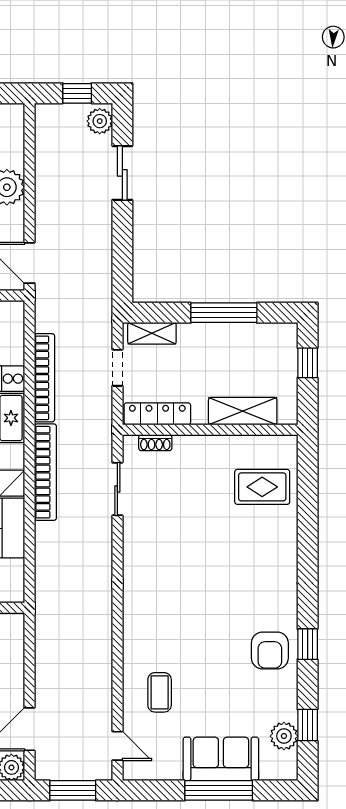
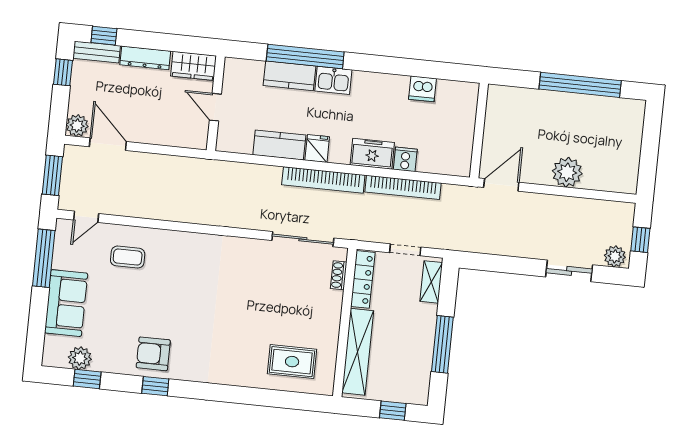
shelving: (243, 411) -> (358, 352), width x1.47
rug: (262, 487) -> (292, 362), turned 90
sliding door: (117, 489) -> (303, 239), width x1.37
window: (219, 790) -> (44, 258), moved

